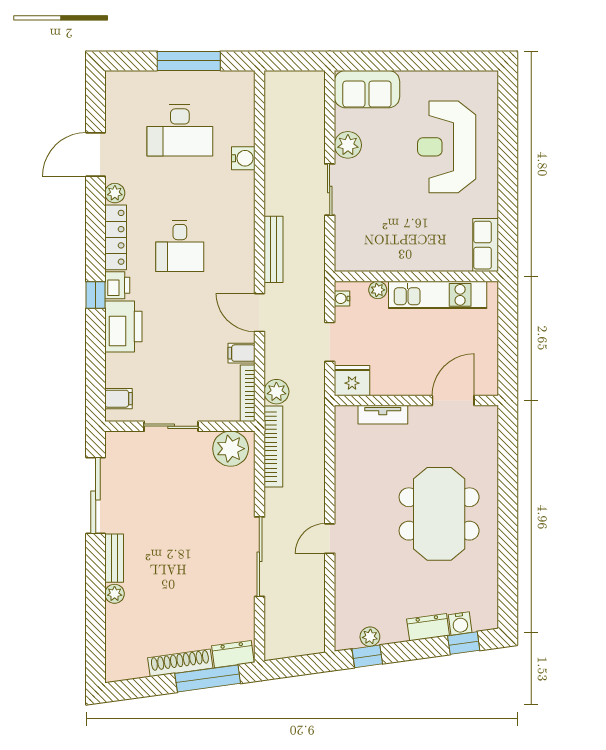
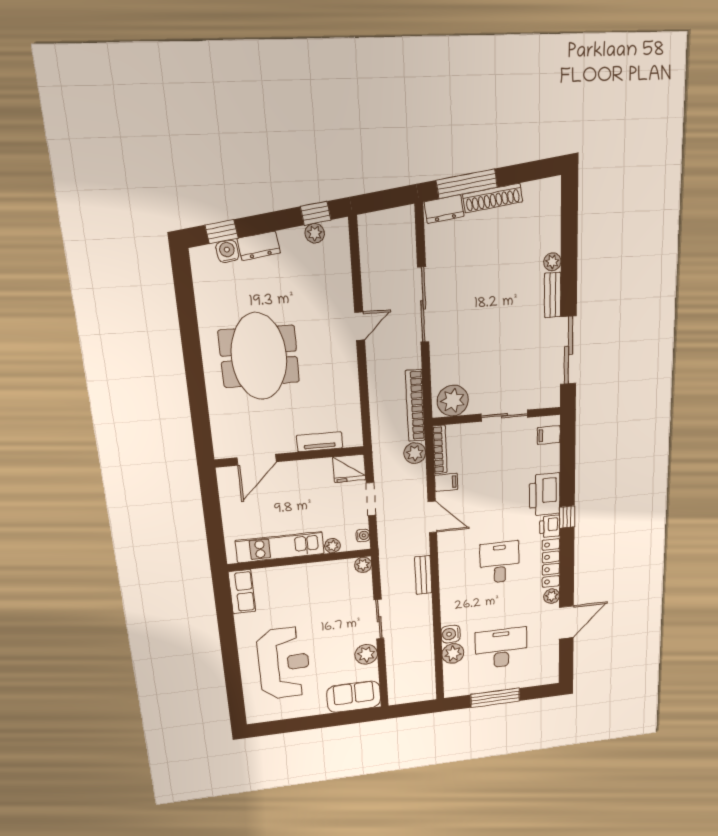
plant: (241, 131) -> (453, 654), added
bench: (273, 249) -> (423, 575), width x0.73
plant: (344, 262) -> (363, 565), added

